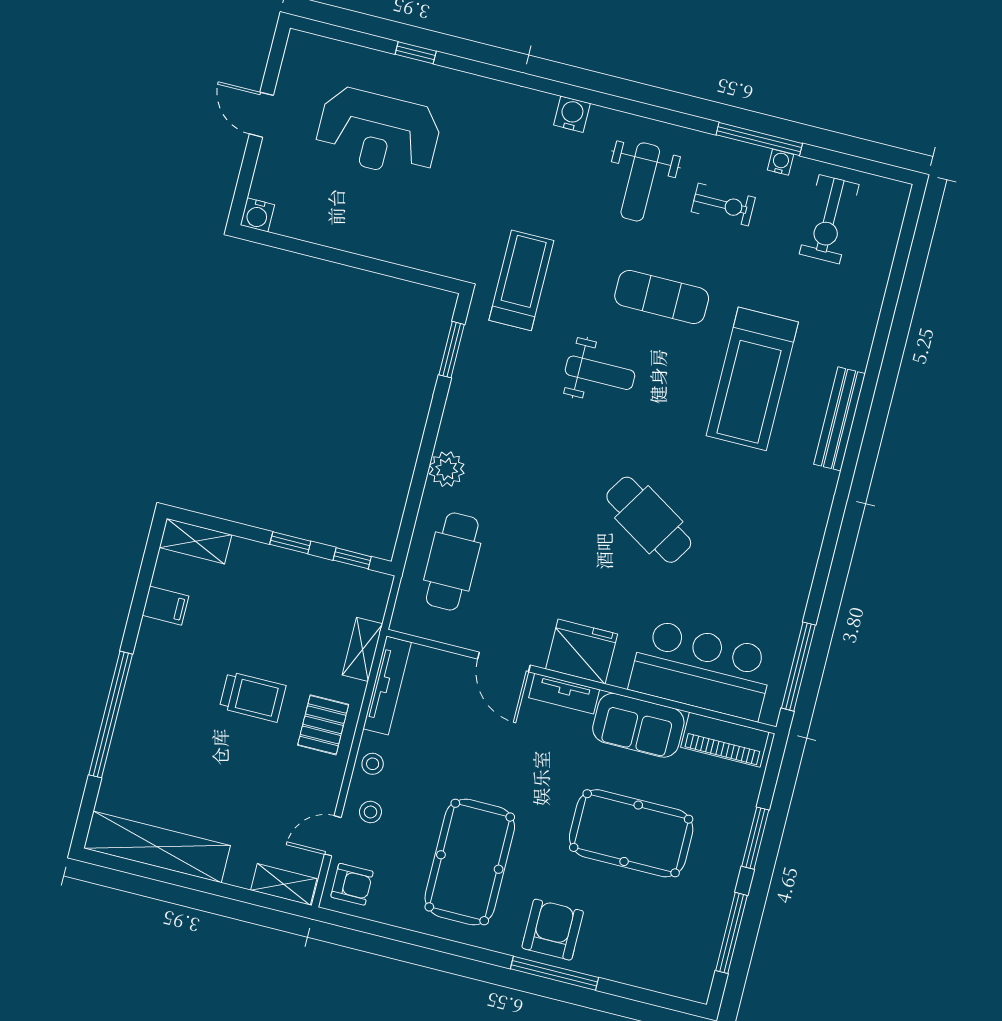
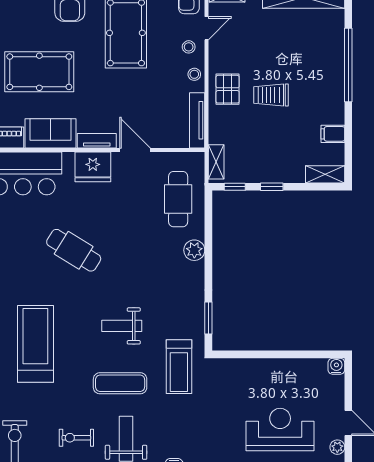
plant: (290, 79) -> (337, 447), added
exercise mat: (662, 297) -> (120, 383), moved
shelving: (362, 649) -> (216, 162), moved

